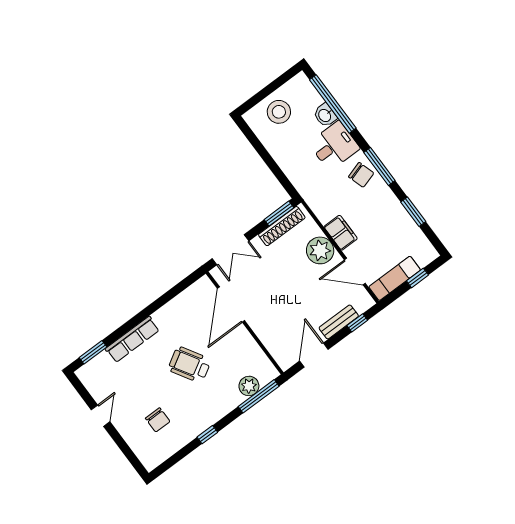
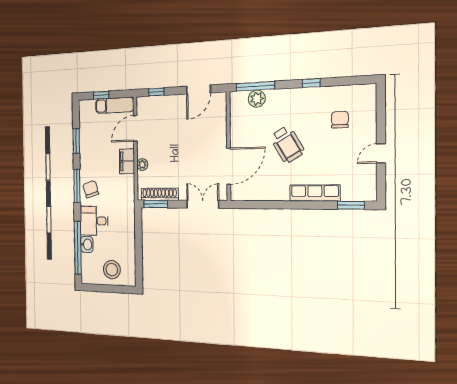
plant: (320, 250) -> (142, 165), width x0.53, depth x0.53
door: (355, 272) -> (135, 128), swing flipped
bench: (339, 322) -> (167, 101), removed

